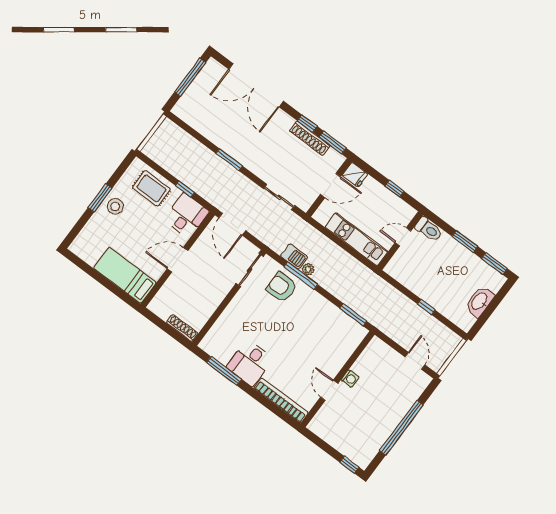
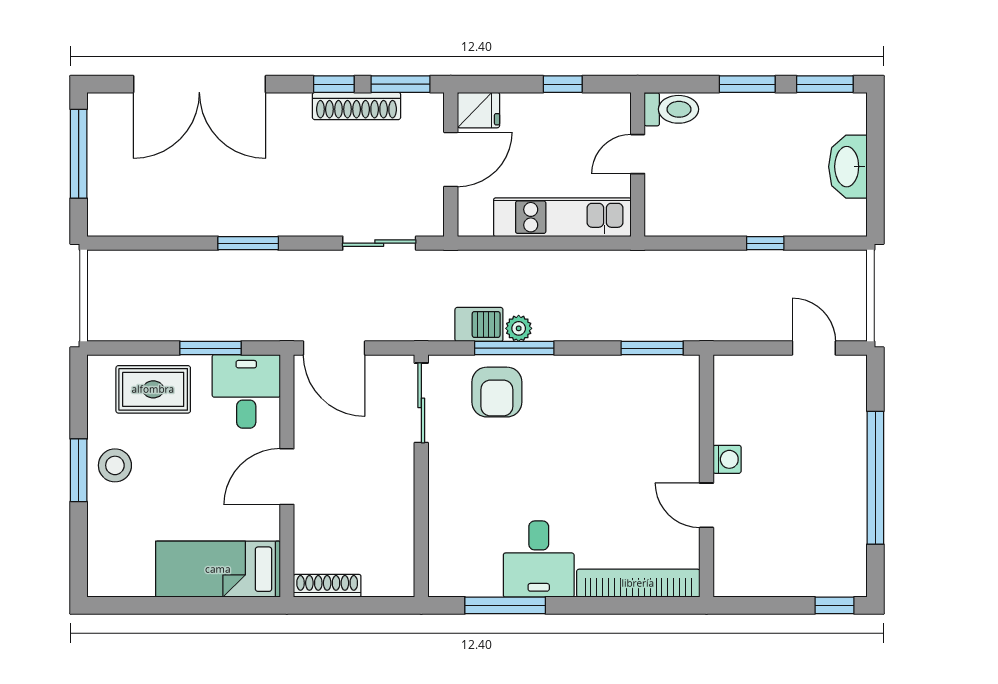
window: (185, 189) -> (211, 348), width x1.50
armchair: (282, 287) -> (497, 392), turned -90
shoe rack: (182, 328) -> (327, 586), moved

